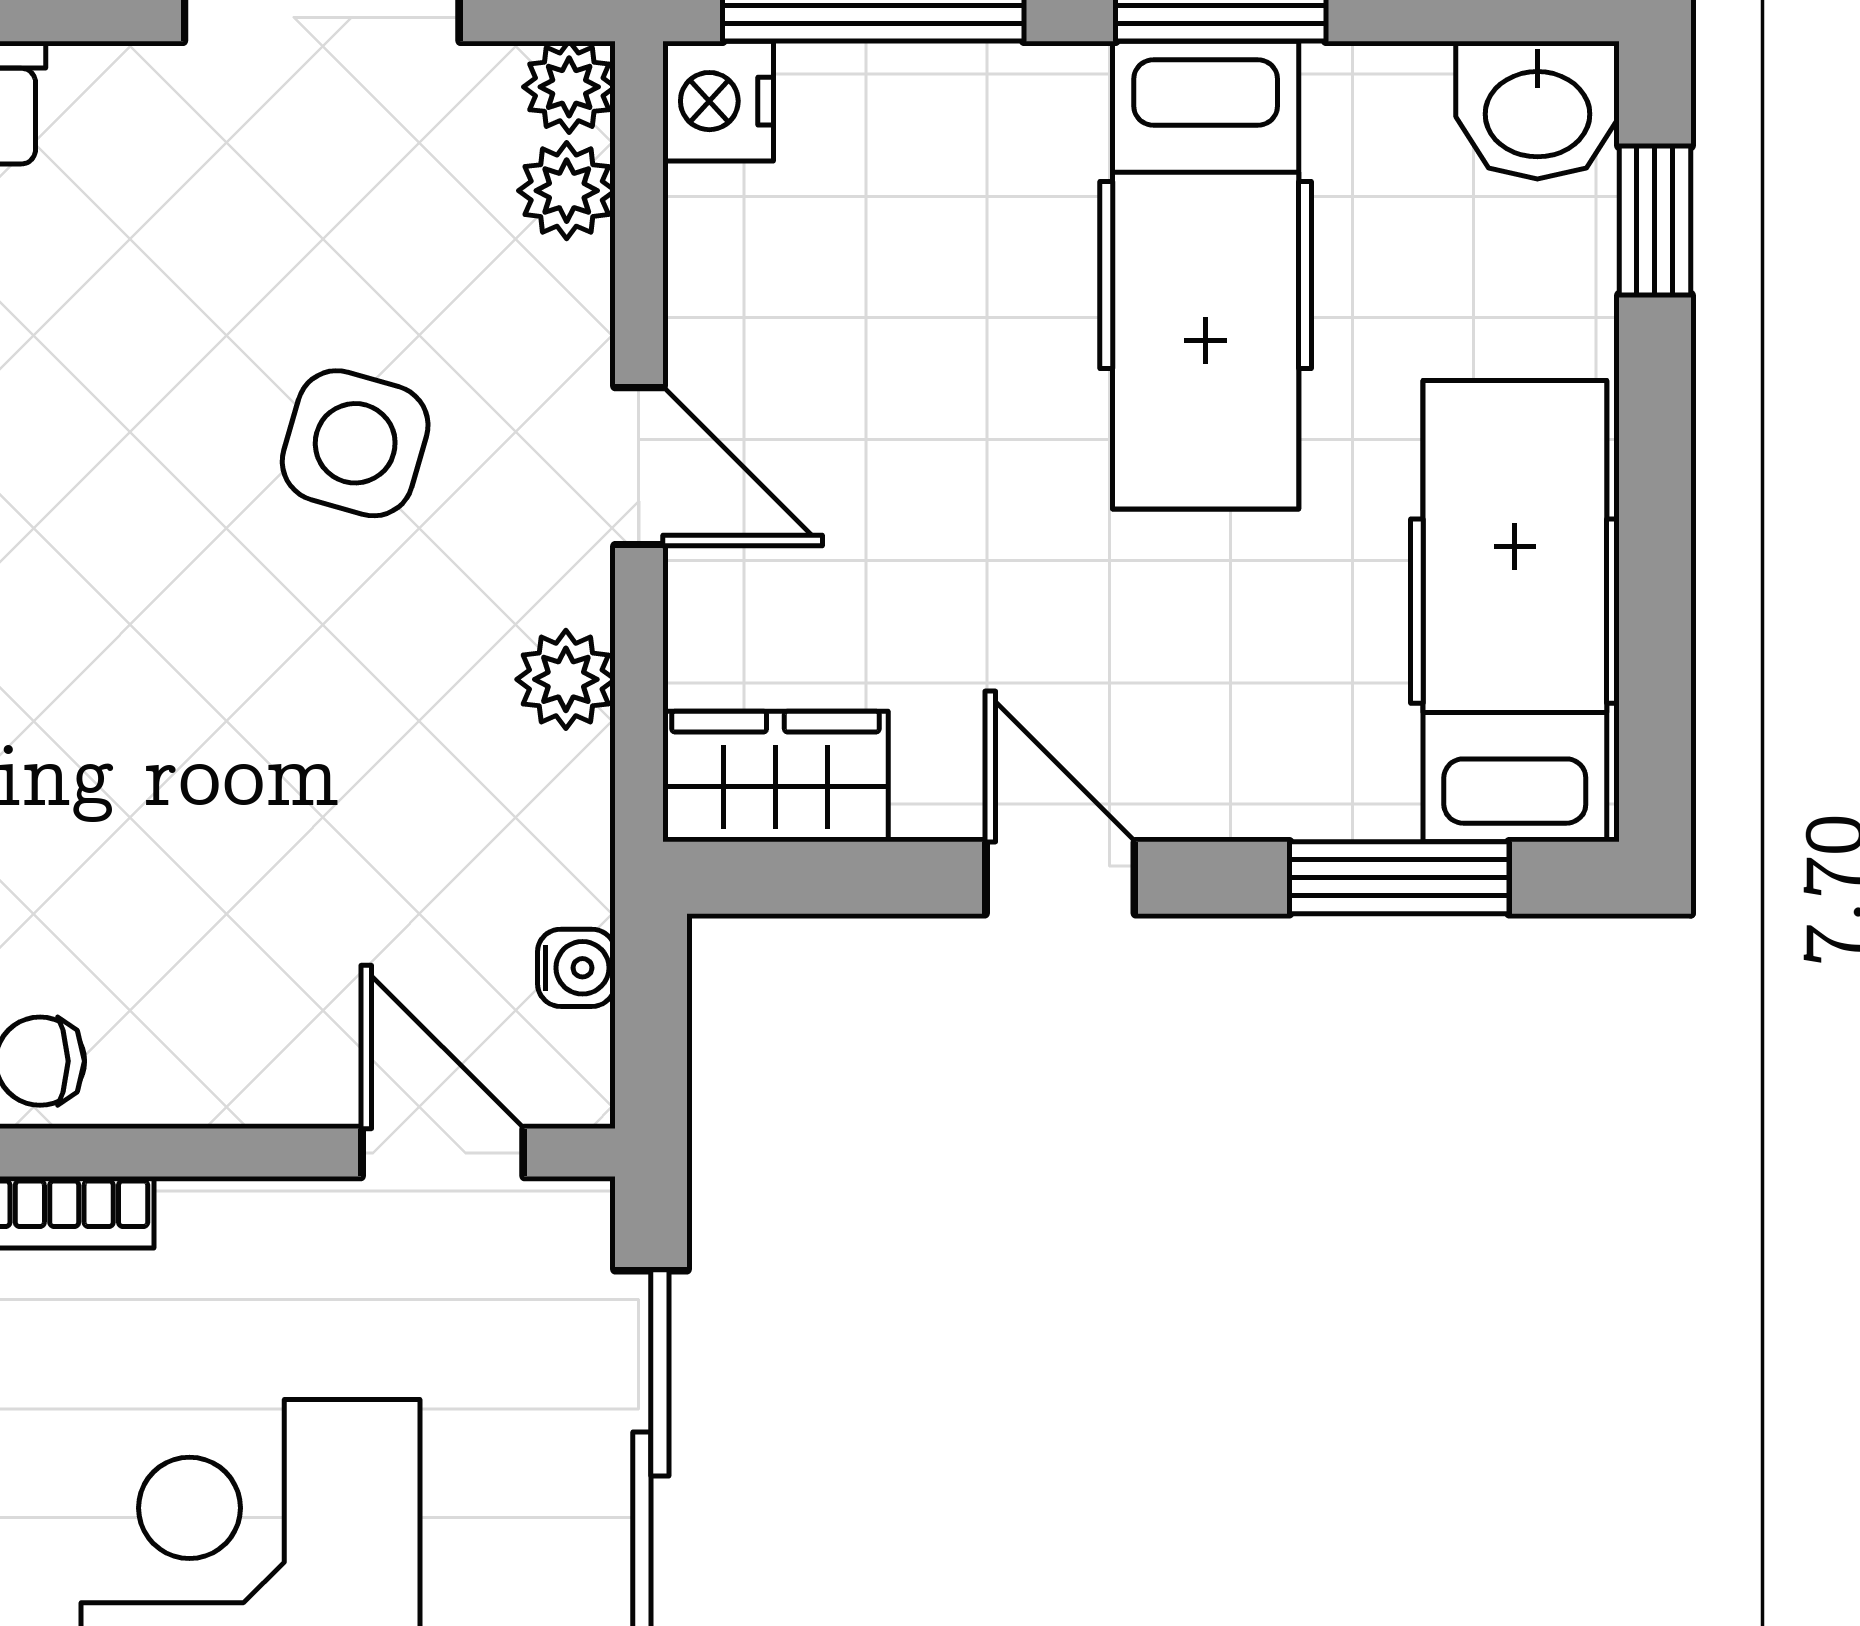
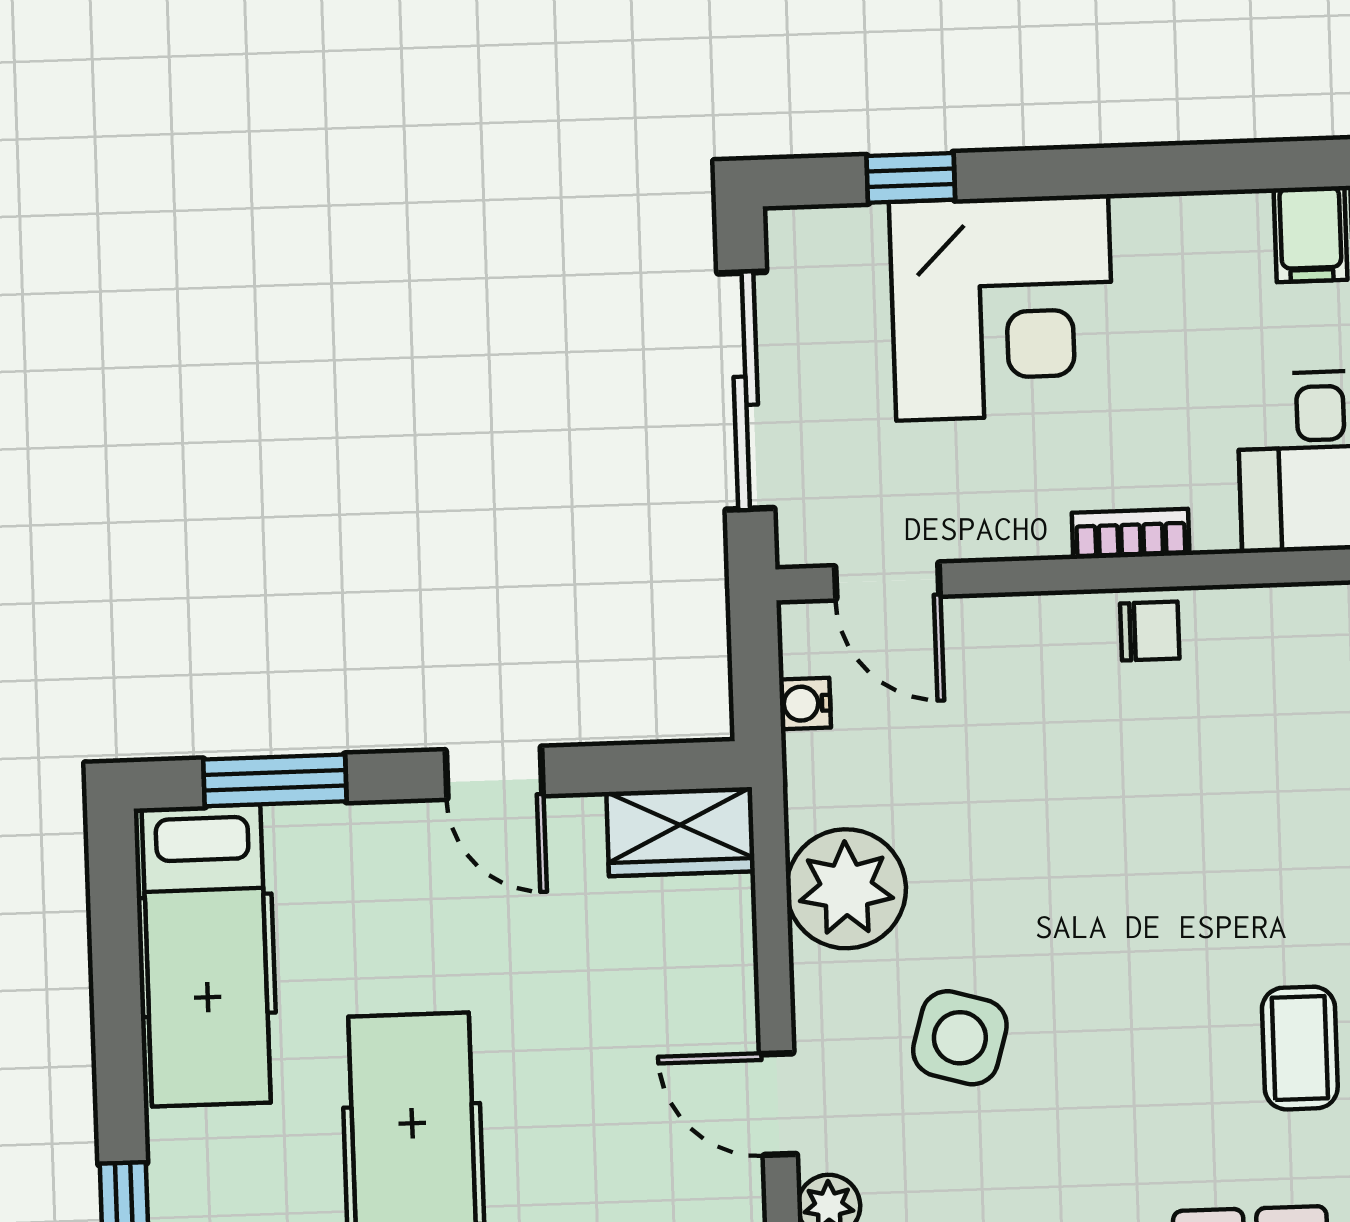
door: (639, 466) -> (778, 1104), moved
plant: (566, 679) -> (846, 889), width x1.87, depth x1.87

